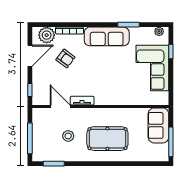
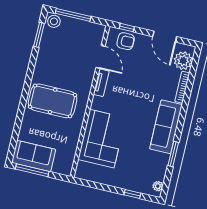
armchair: (66, 58) -> (126, 41), moved, turned -127
corner sofa: (152, 68) -> (102, 139), moved, turned 90
door: (60, 106) -> (101, 57), hinge flipped
sofa: (158, 125) -> (34, 156), moved
stool: (68, 136) -> (54, 21), moved
pool table: (107, 139) -> (53, 101), turned 90

